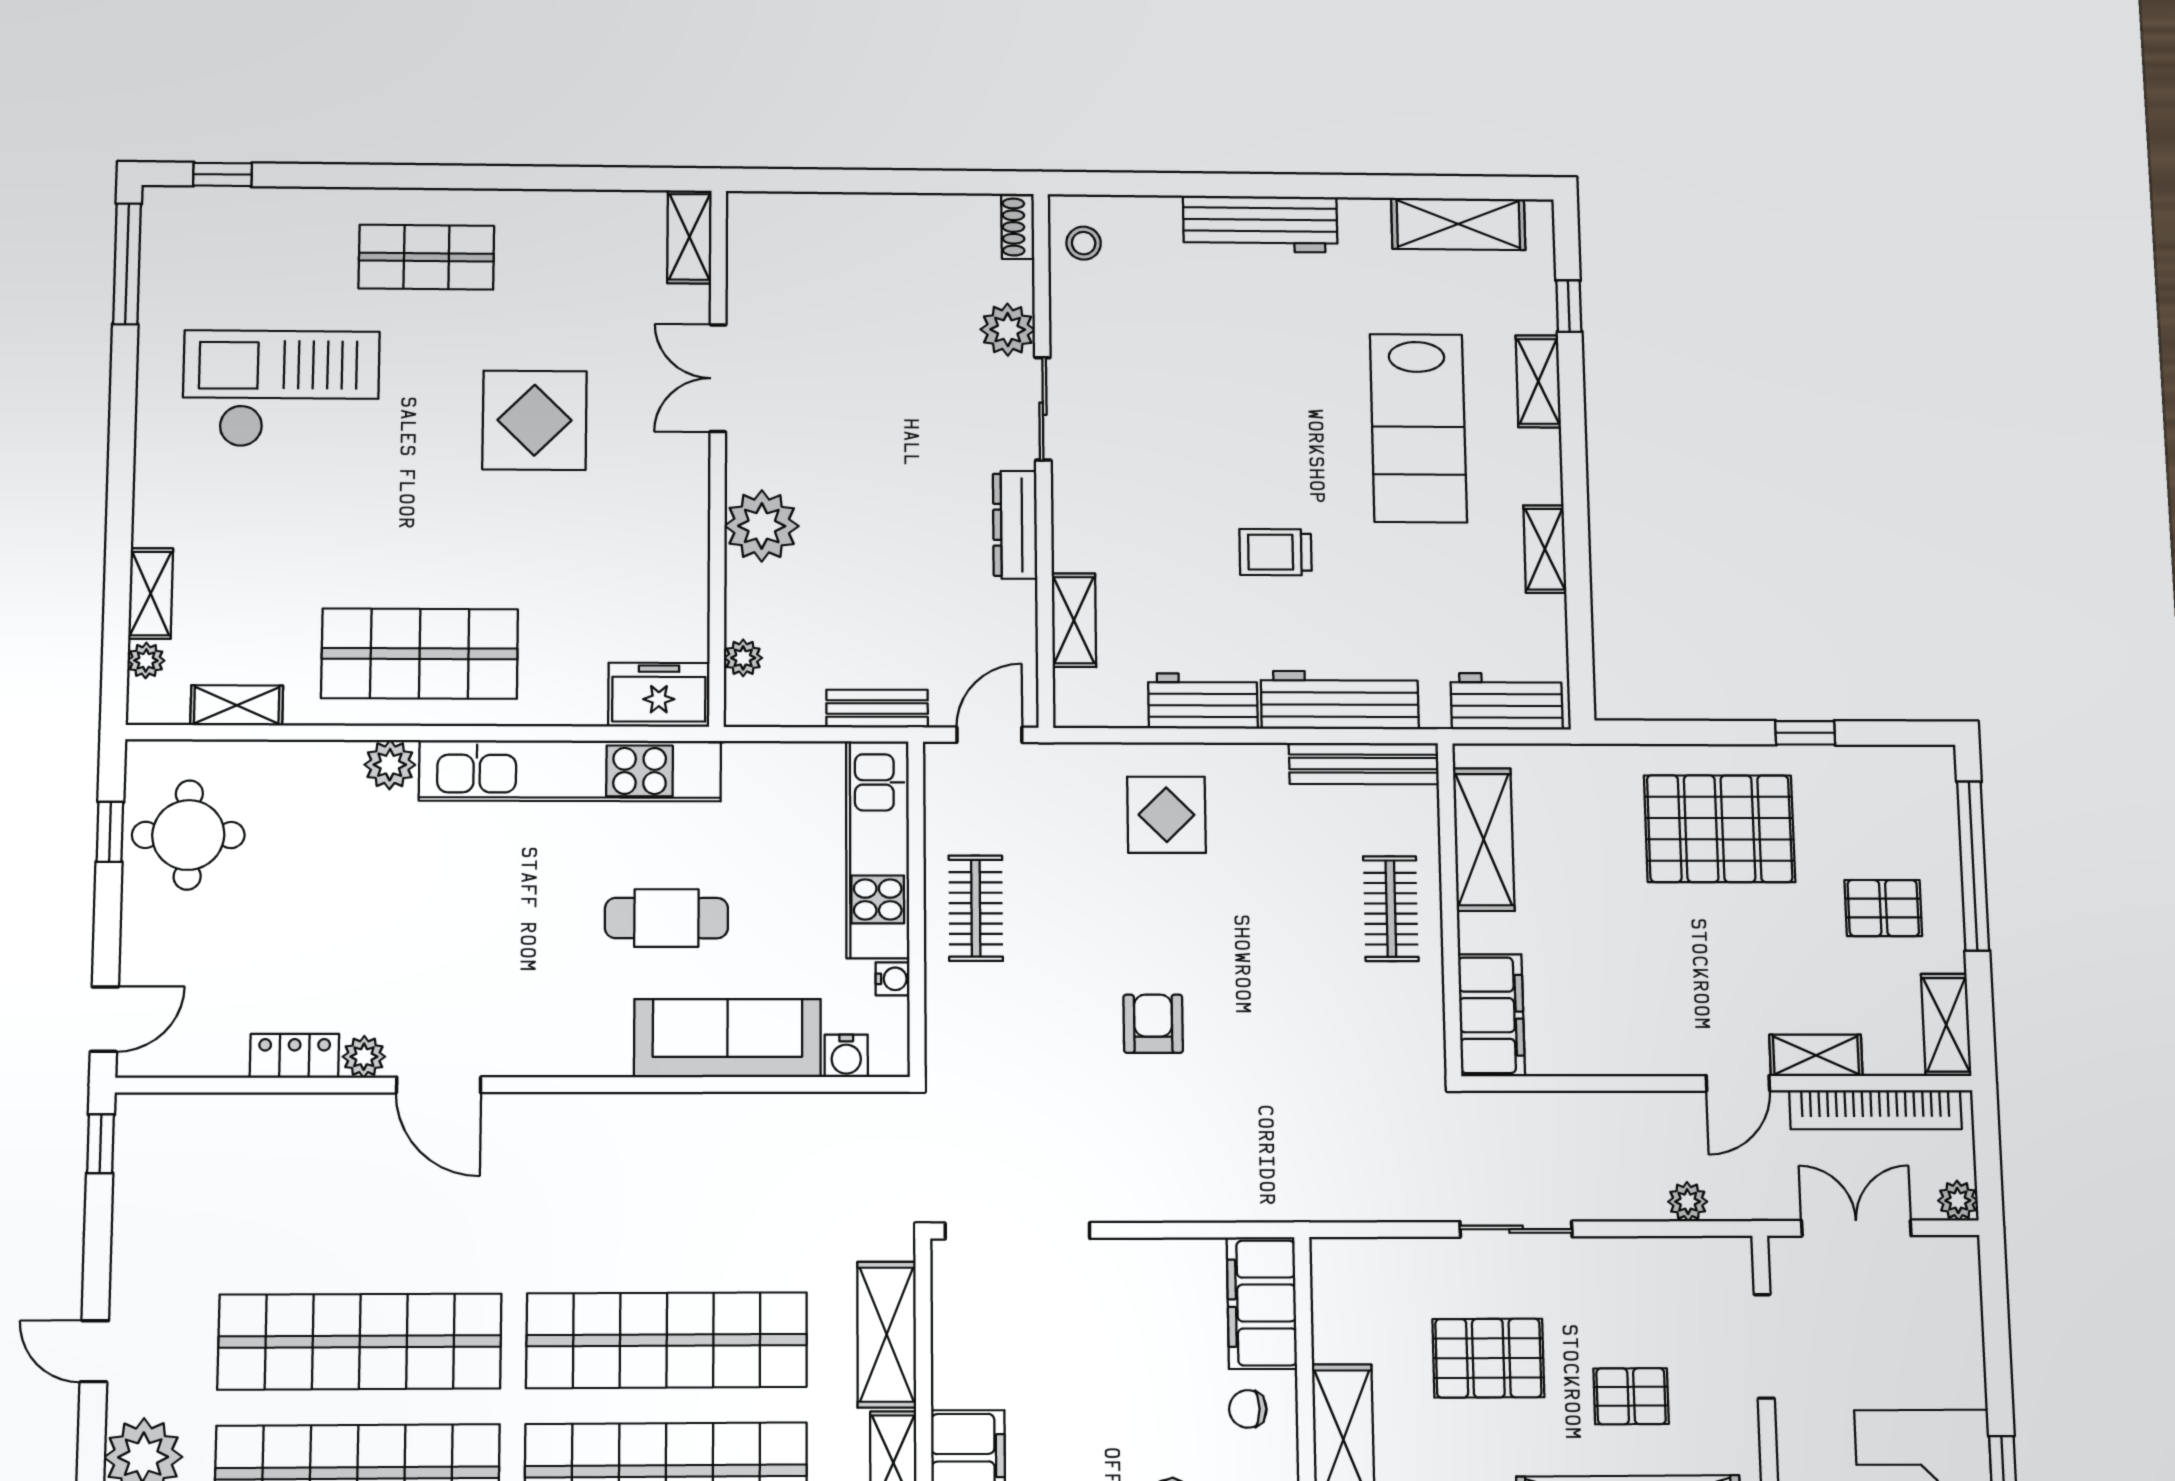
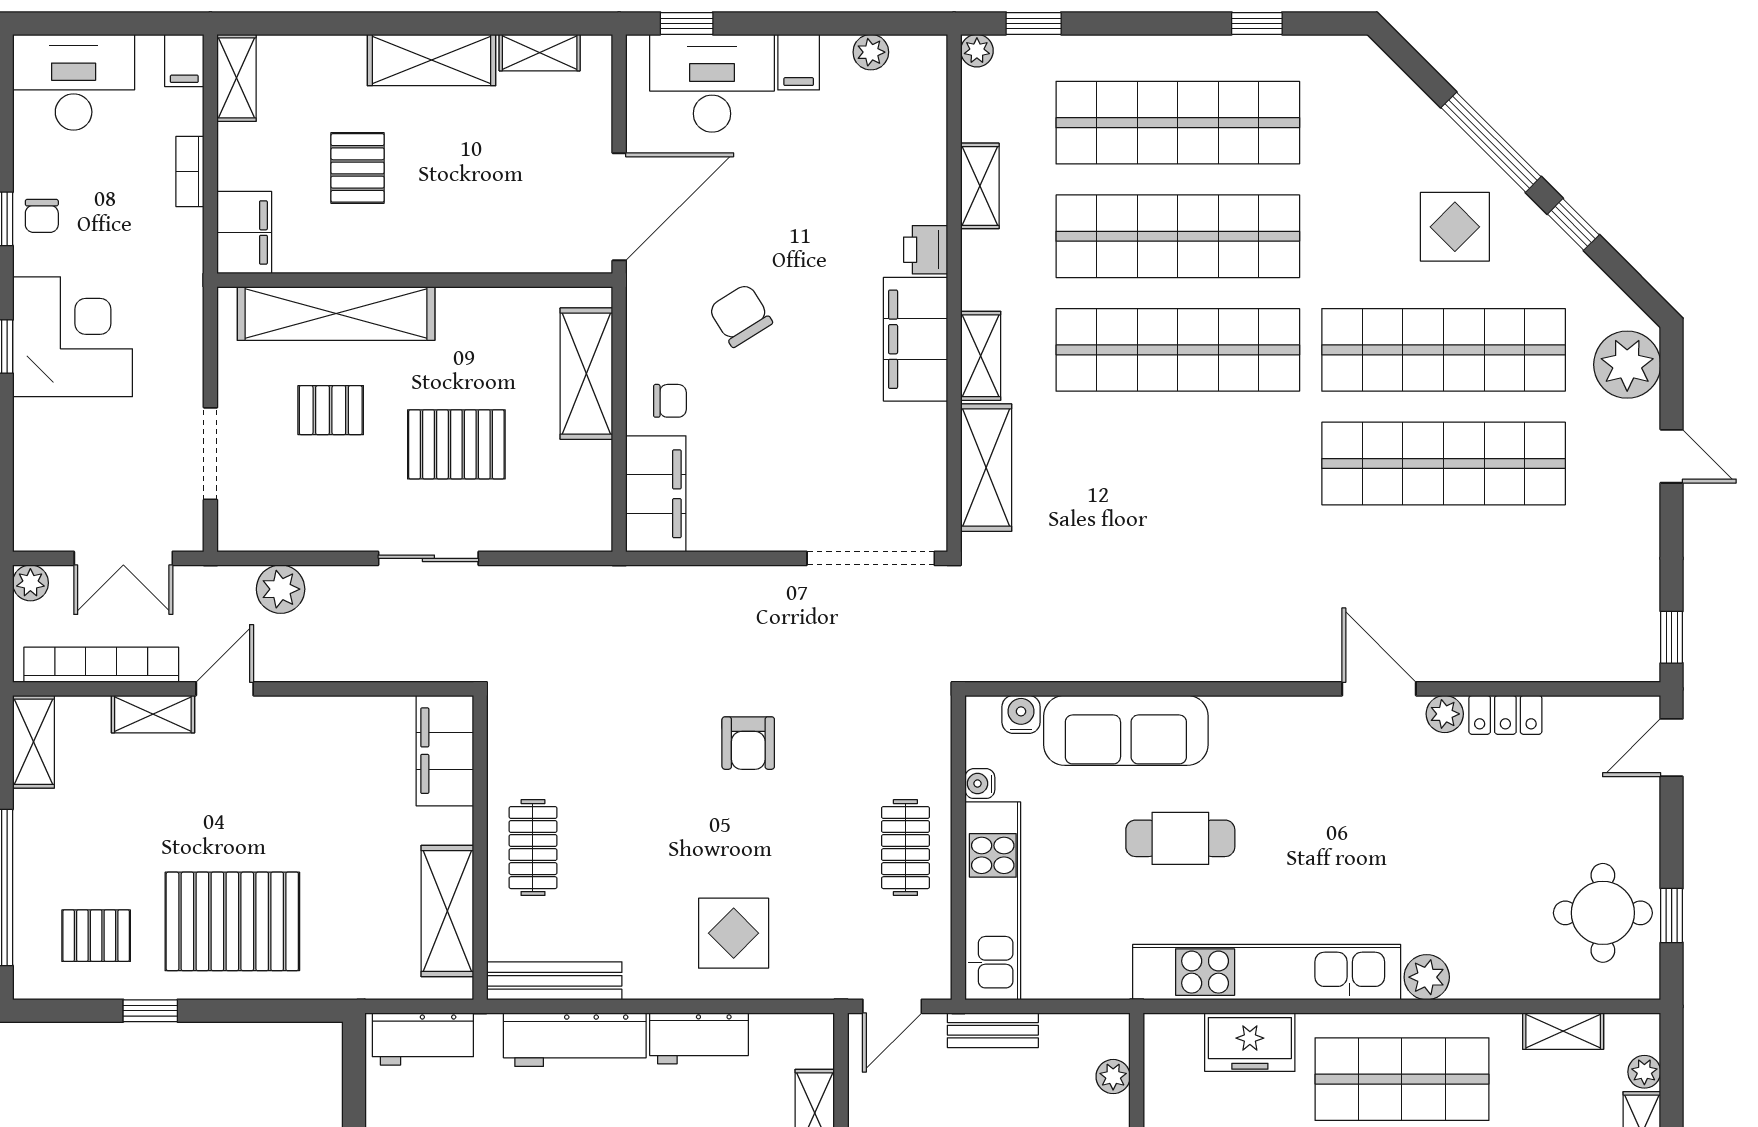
freezer: (659, 695) -> (1250, 1042), moved
pallet: (1883, 908) -> (96, 936), moved
plant: (1688, 1202) -> (281, 589), width x1.38, depth x1.38
shop shelf: (667, 1340) -> (1178, 464), removed

